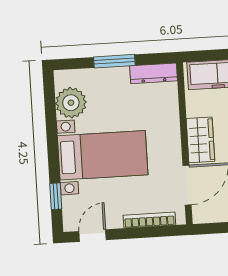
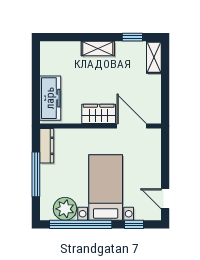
window: (114, 61) -> (36, 174), width x1.44
window: (51, 125) -> (81, 224), added
bookcase: (149, 220) -> (156, 156), removed

